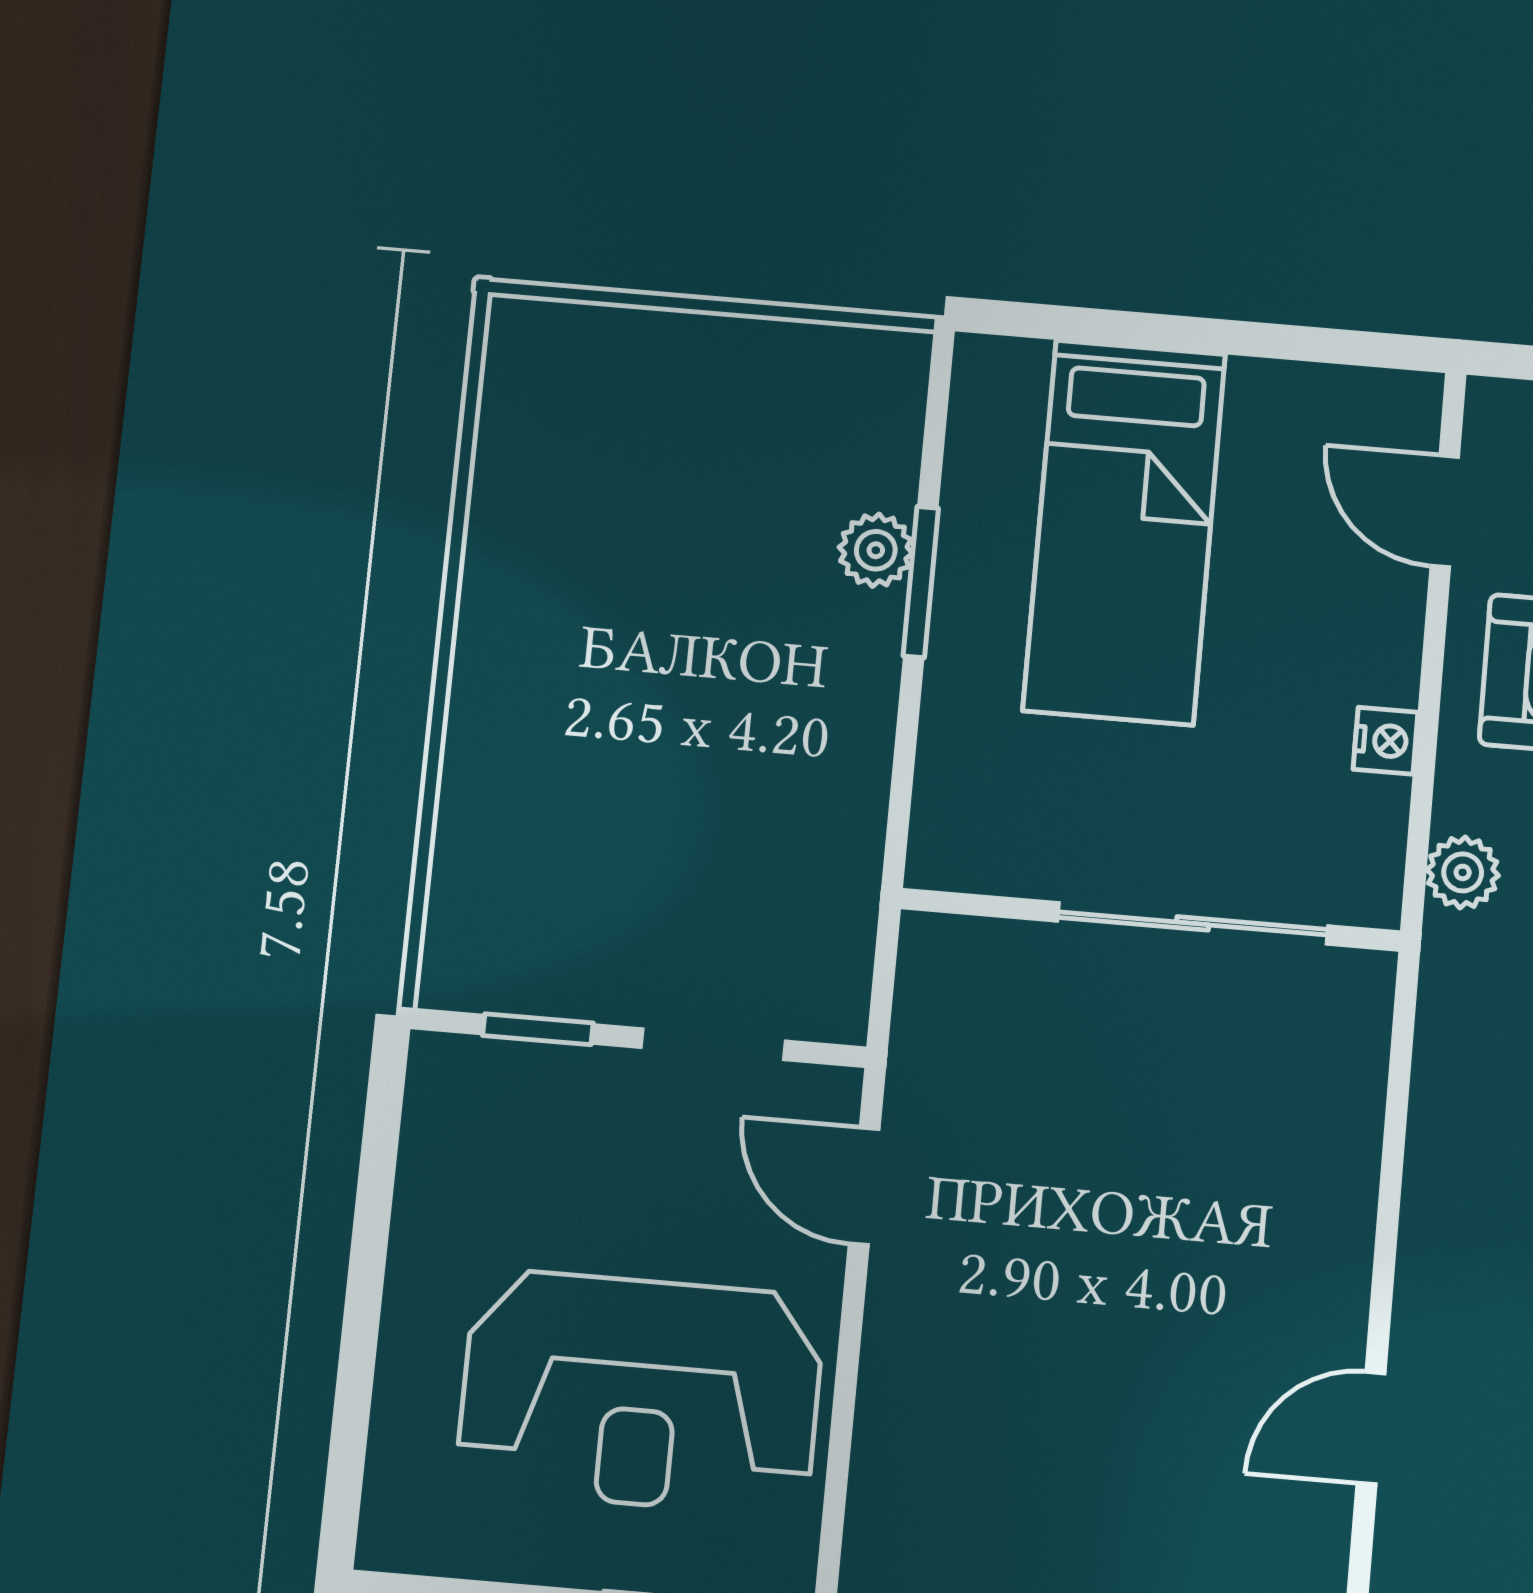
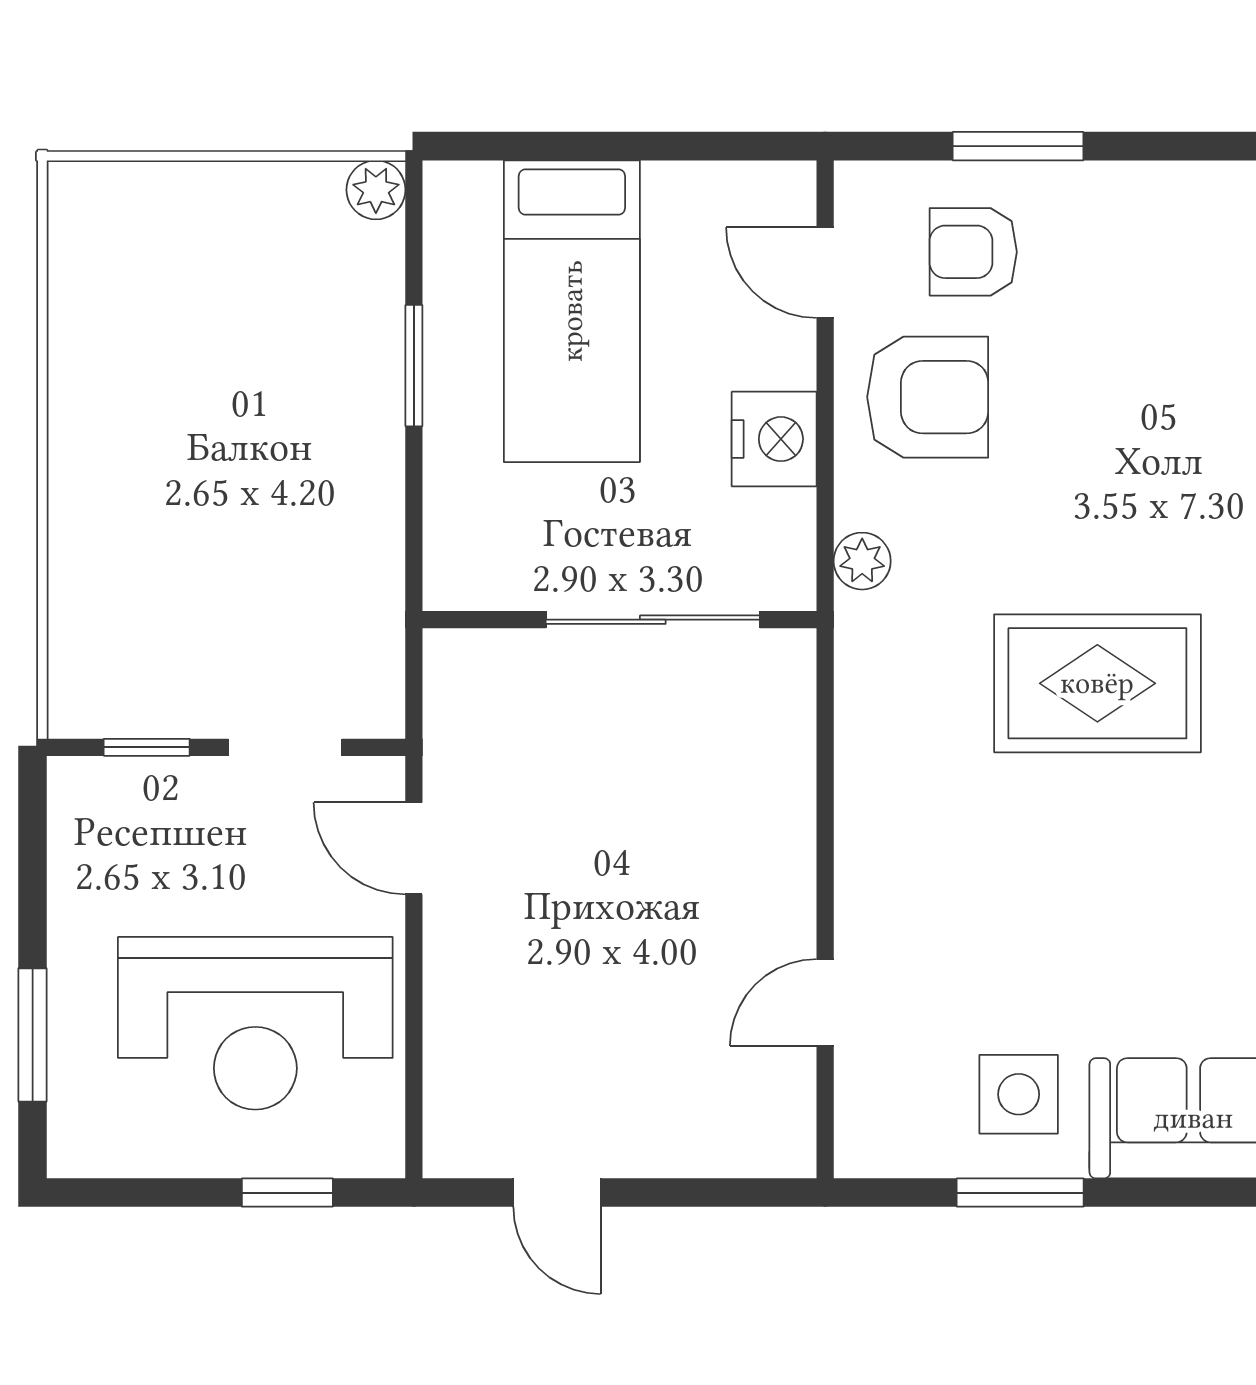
plant: (876, 550) -> (376, 190), moved
nightstand: (1386, 741) -> (774, 439), width x1.89, depth x1.79
window: (355, 1383) -> (33, 1035), added

